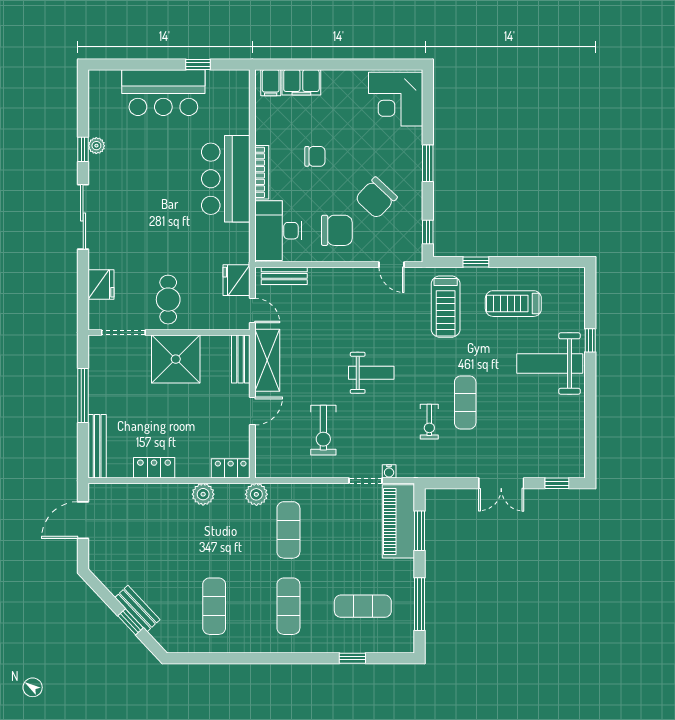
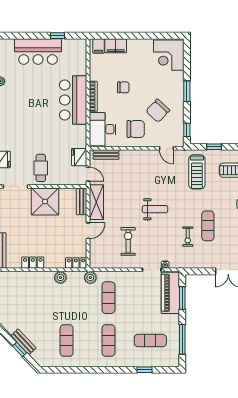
exercise bike: (323, 430) -> (128, 241), turned 180

